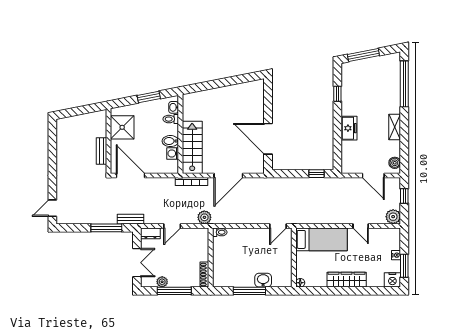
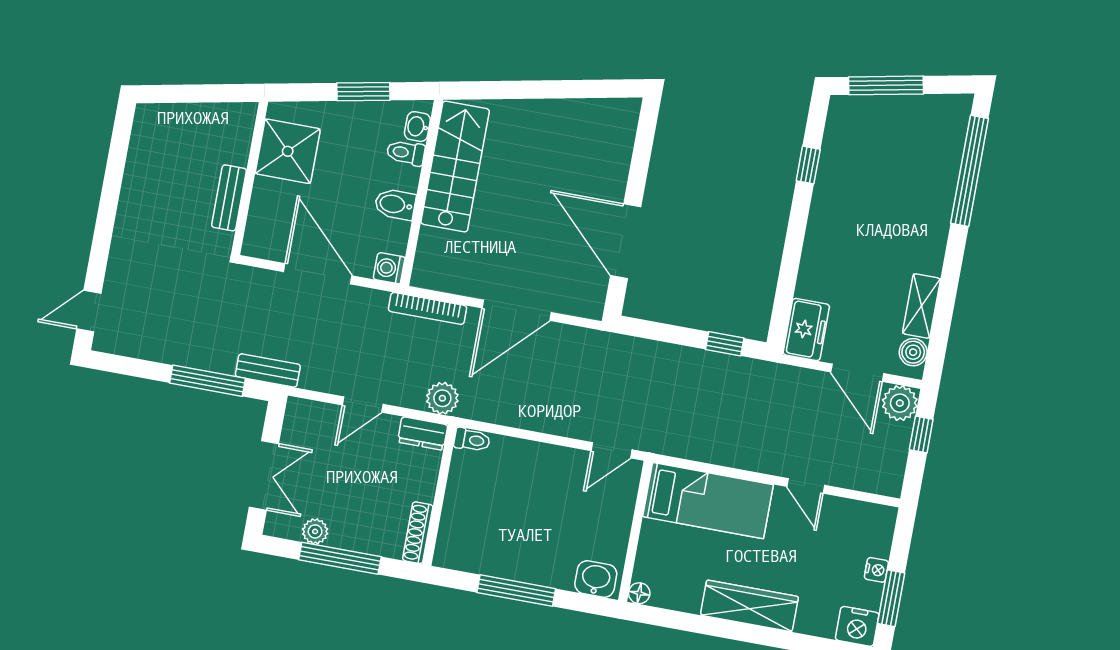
shelving: (395, 127) -> (922, 306), moved
freezer: (349, 128) -> (806, 330), moved
stairs: (192, 147) -> (455, 166), moved
washing machine: (173, 153) -> (389, 268), moved
door: (130, 175) -> (318, 274), moved
plant: (393, 217) -> (900, 403), moved
dresser: (150, 233) -> (423, 434), moved
washbasin: (263, 280) -> (596, 579), moved

